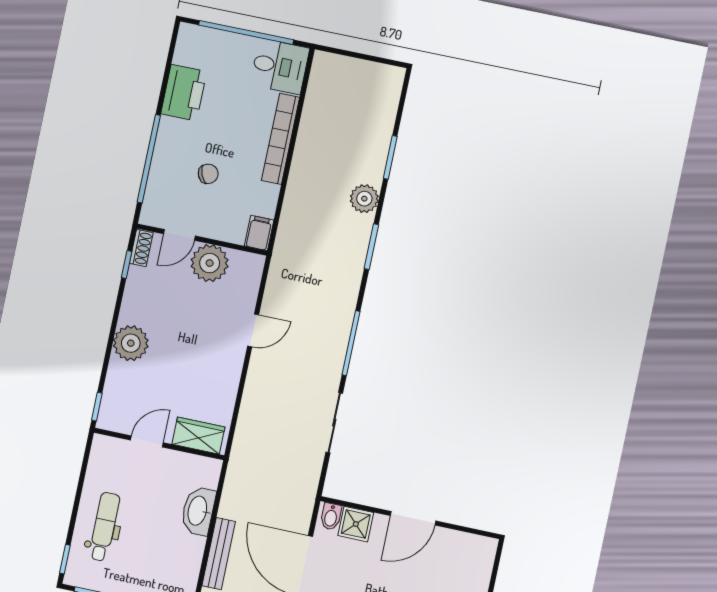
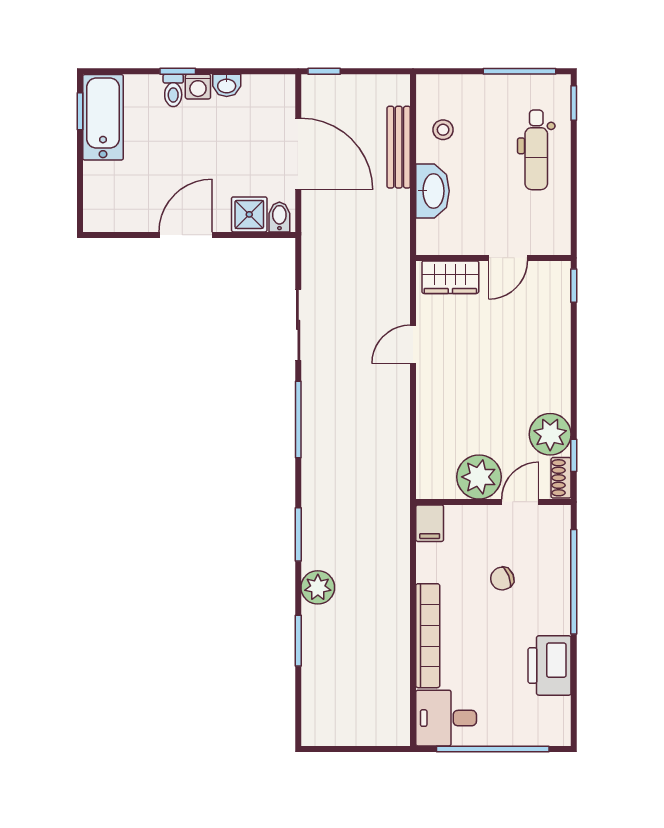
door: (253, 330) -> (413, 344), moved
plant: (131, 343) -> (550, 434), moved
stool: (179, 560) -> (443, 130), added

